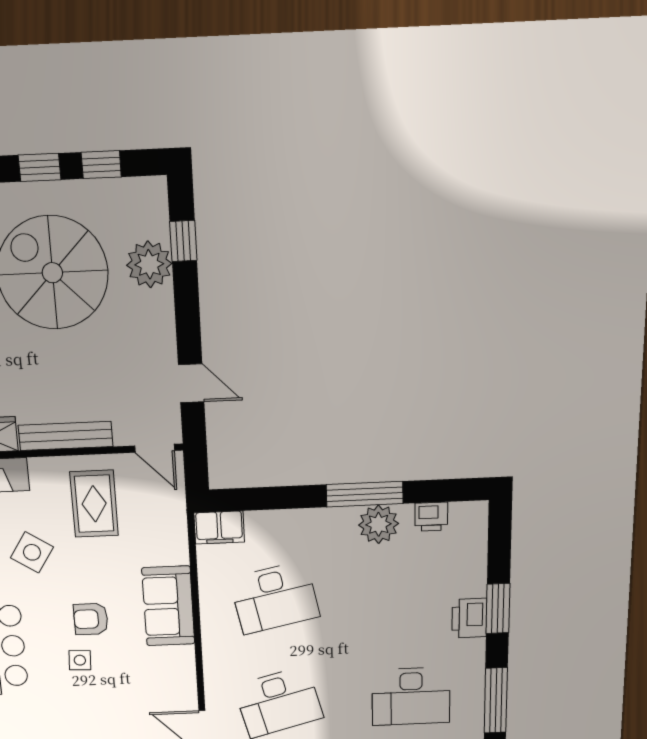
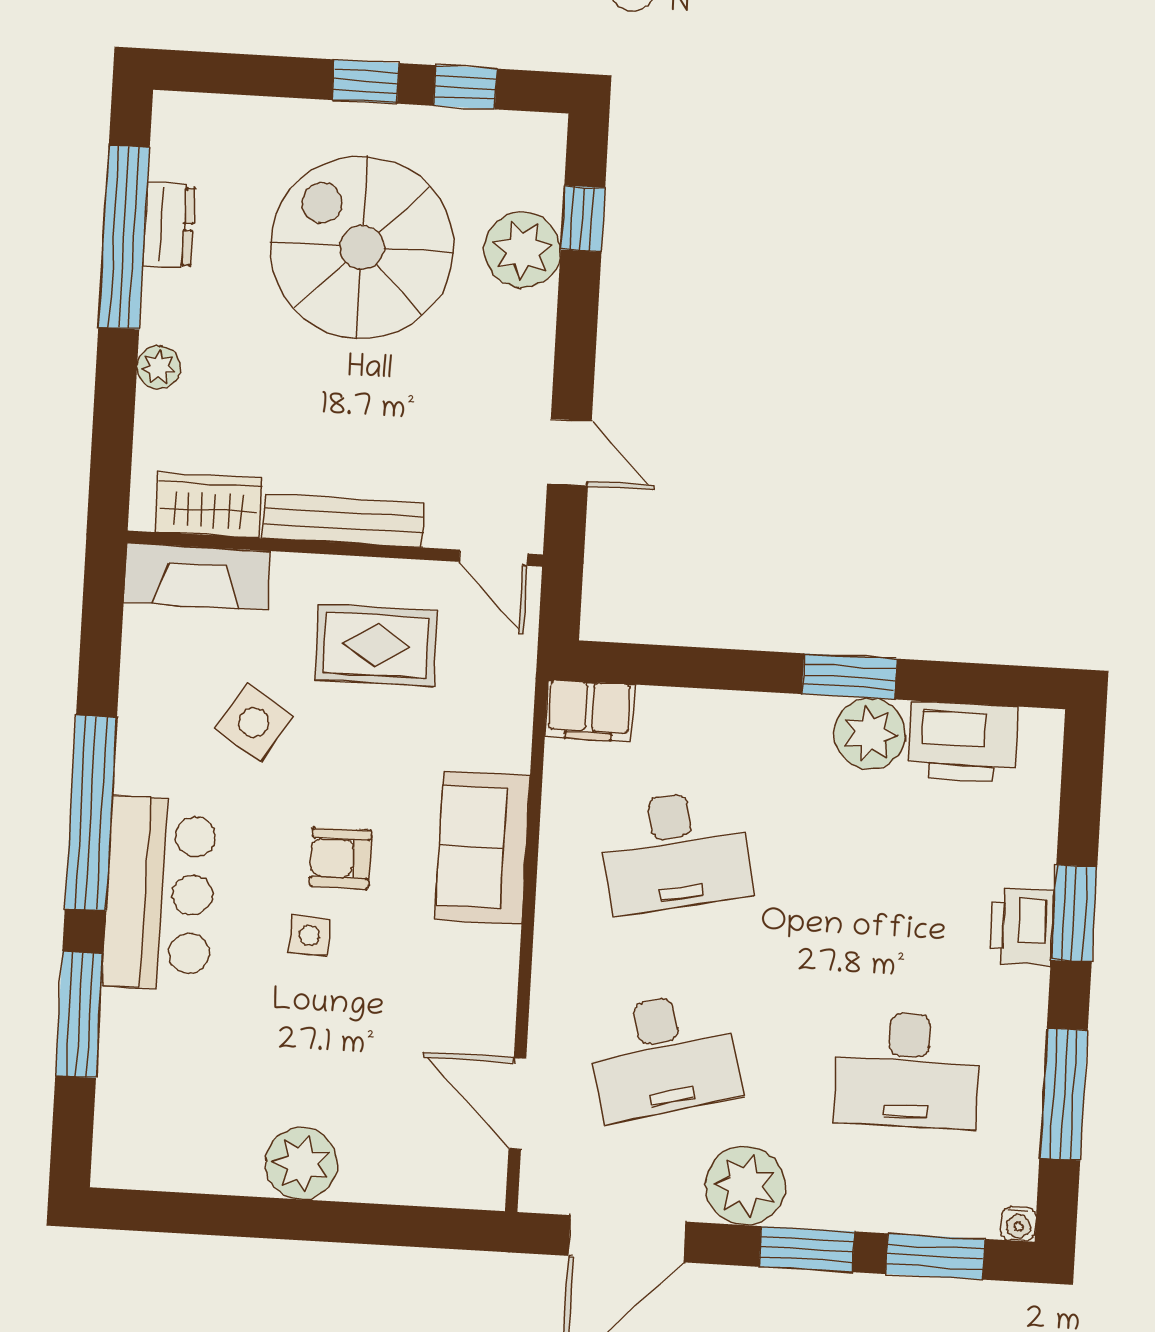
window: (365, 494) -> (849, 676), width x0.69
rug: (94, 504) -> (376, 645), turned 90
printer: (431, 517) -> (963, 742), width x1.87, depth x1.48

